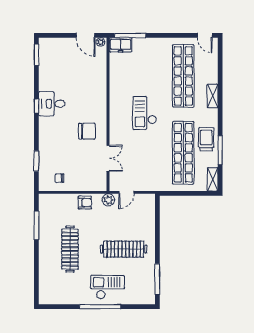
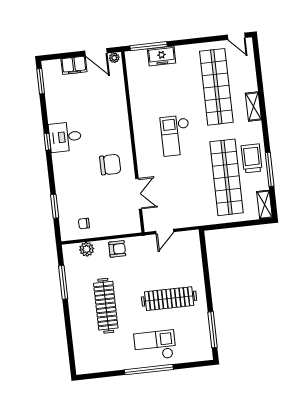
filing cabinet: (66, 44) -> (74, 65), added
freezer: (121, 45) -> (162, 56), moved
plant: (108, 200) -> (87, 249), moved

